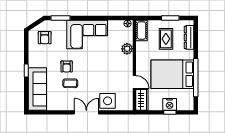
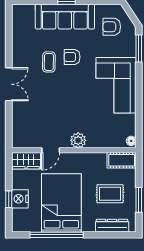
plant: (127, 49) -> (78, 140), moved
sofa: (37, 89) -> (65, 17), moved
side table: (108, 101) -> (25, 113), removed

